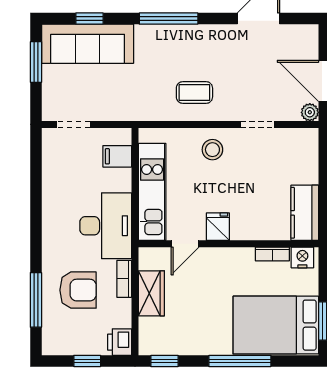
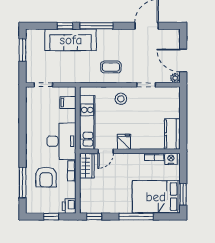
window: (89, 19) -> (65, 26), moved
sofa: (88, 44) -> (71, 40), moved
armchair: (78, 290) -> (46, 177), turned 90
wardrobe: (151, 293) -> (87, 166), moved

